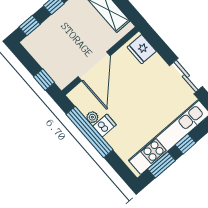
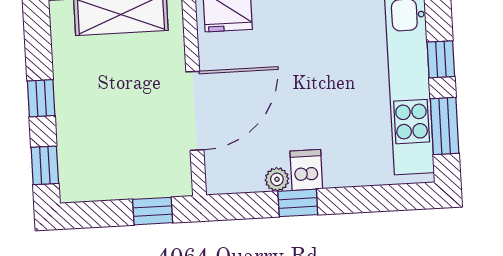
door: (94, 66) -> (195, 111), hinge flipped
window: (90, 132) -> (298, 203), width x0.32

